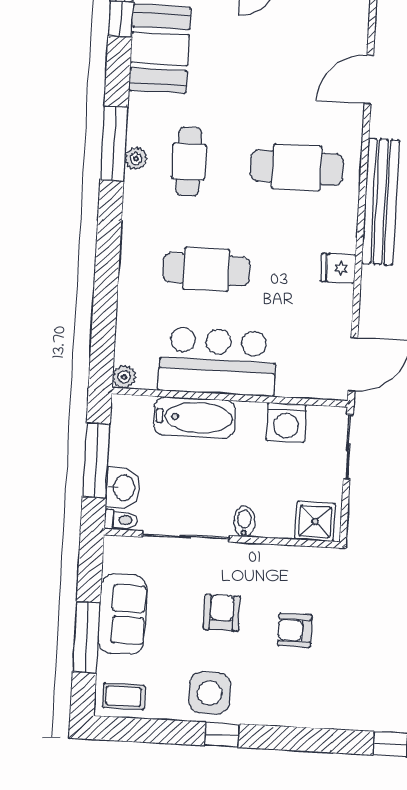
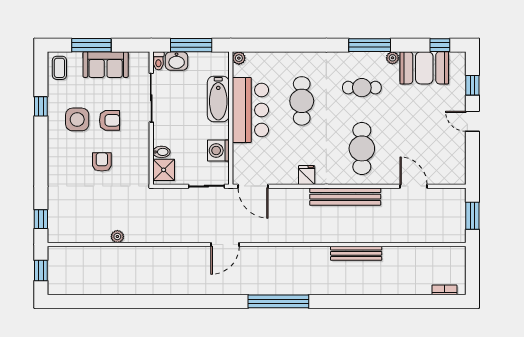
plant: (136, 159) -> (392, 58), moved
bidet: (244, 522) -> (161, 152), moved
side table: (210, 693) -> (77, 119), moved
window: (222, 735) -> (41, 106), moved

